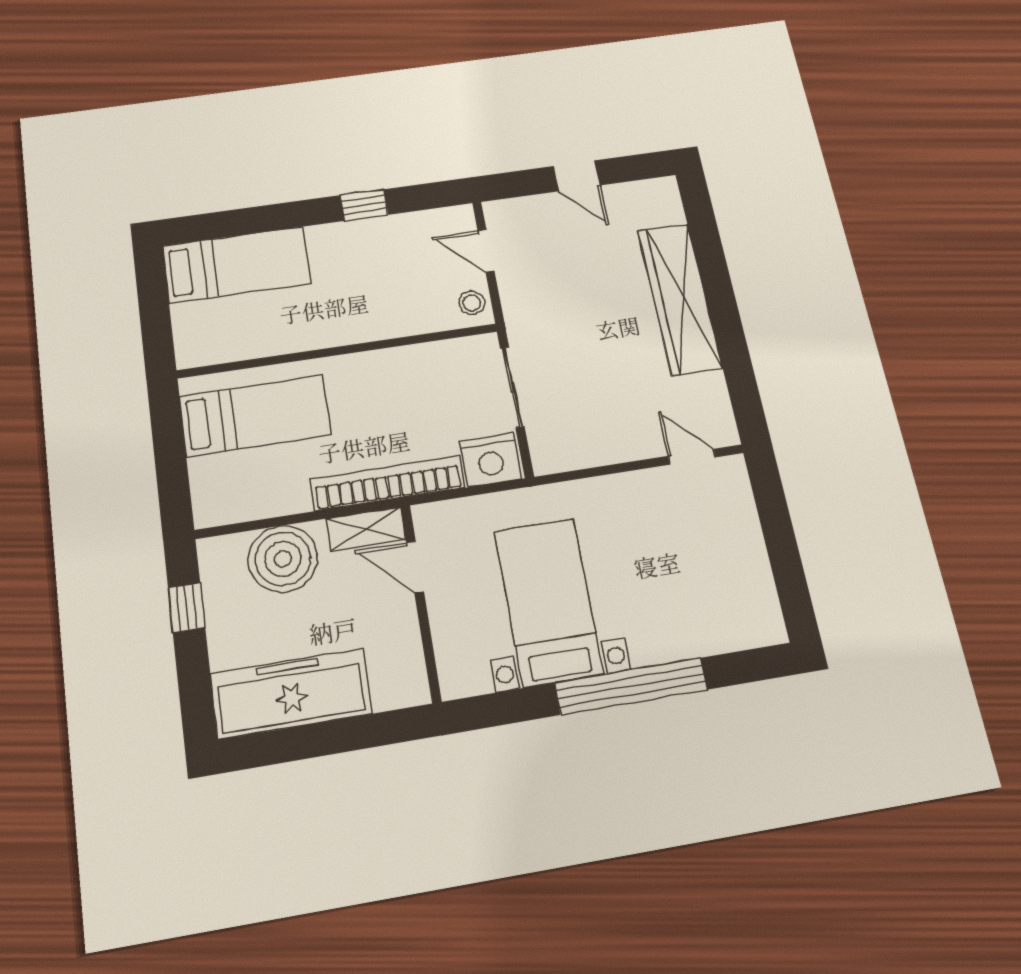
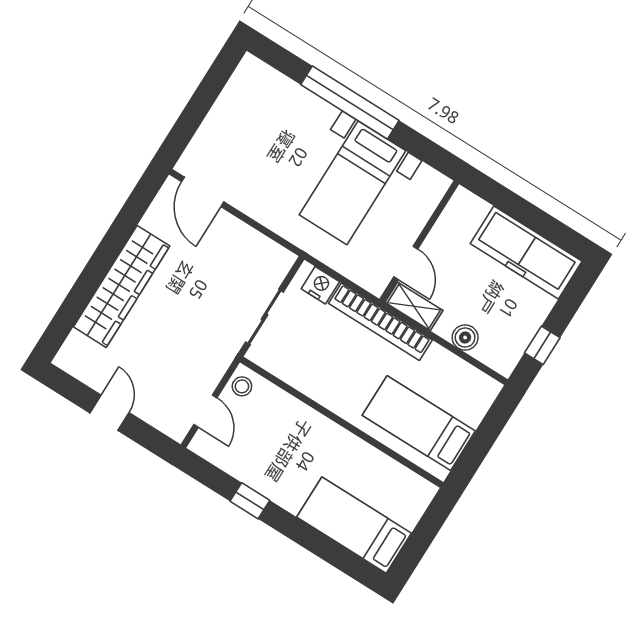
door: (692, 457) -> (203, 192), width x1.38
nightstand: (491, 460) -> (320, 285), width x0.74, depth x0.75
boiler: (283, 559) -> (465, 338), width x0.54, depth x0.54

